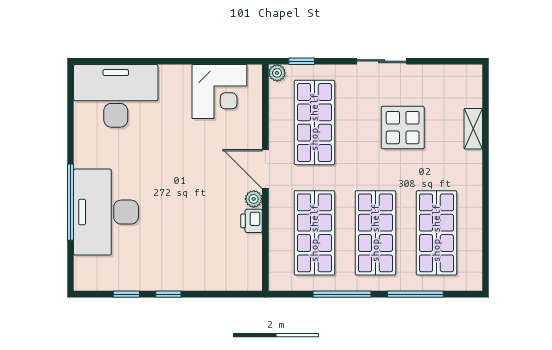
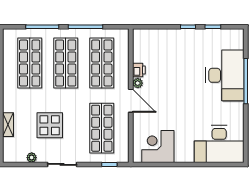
plant: (277, 73) -> (32, 158), moved

